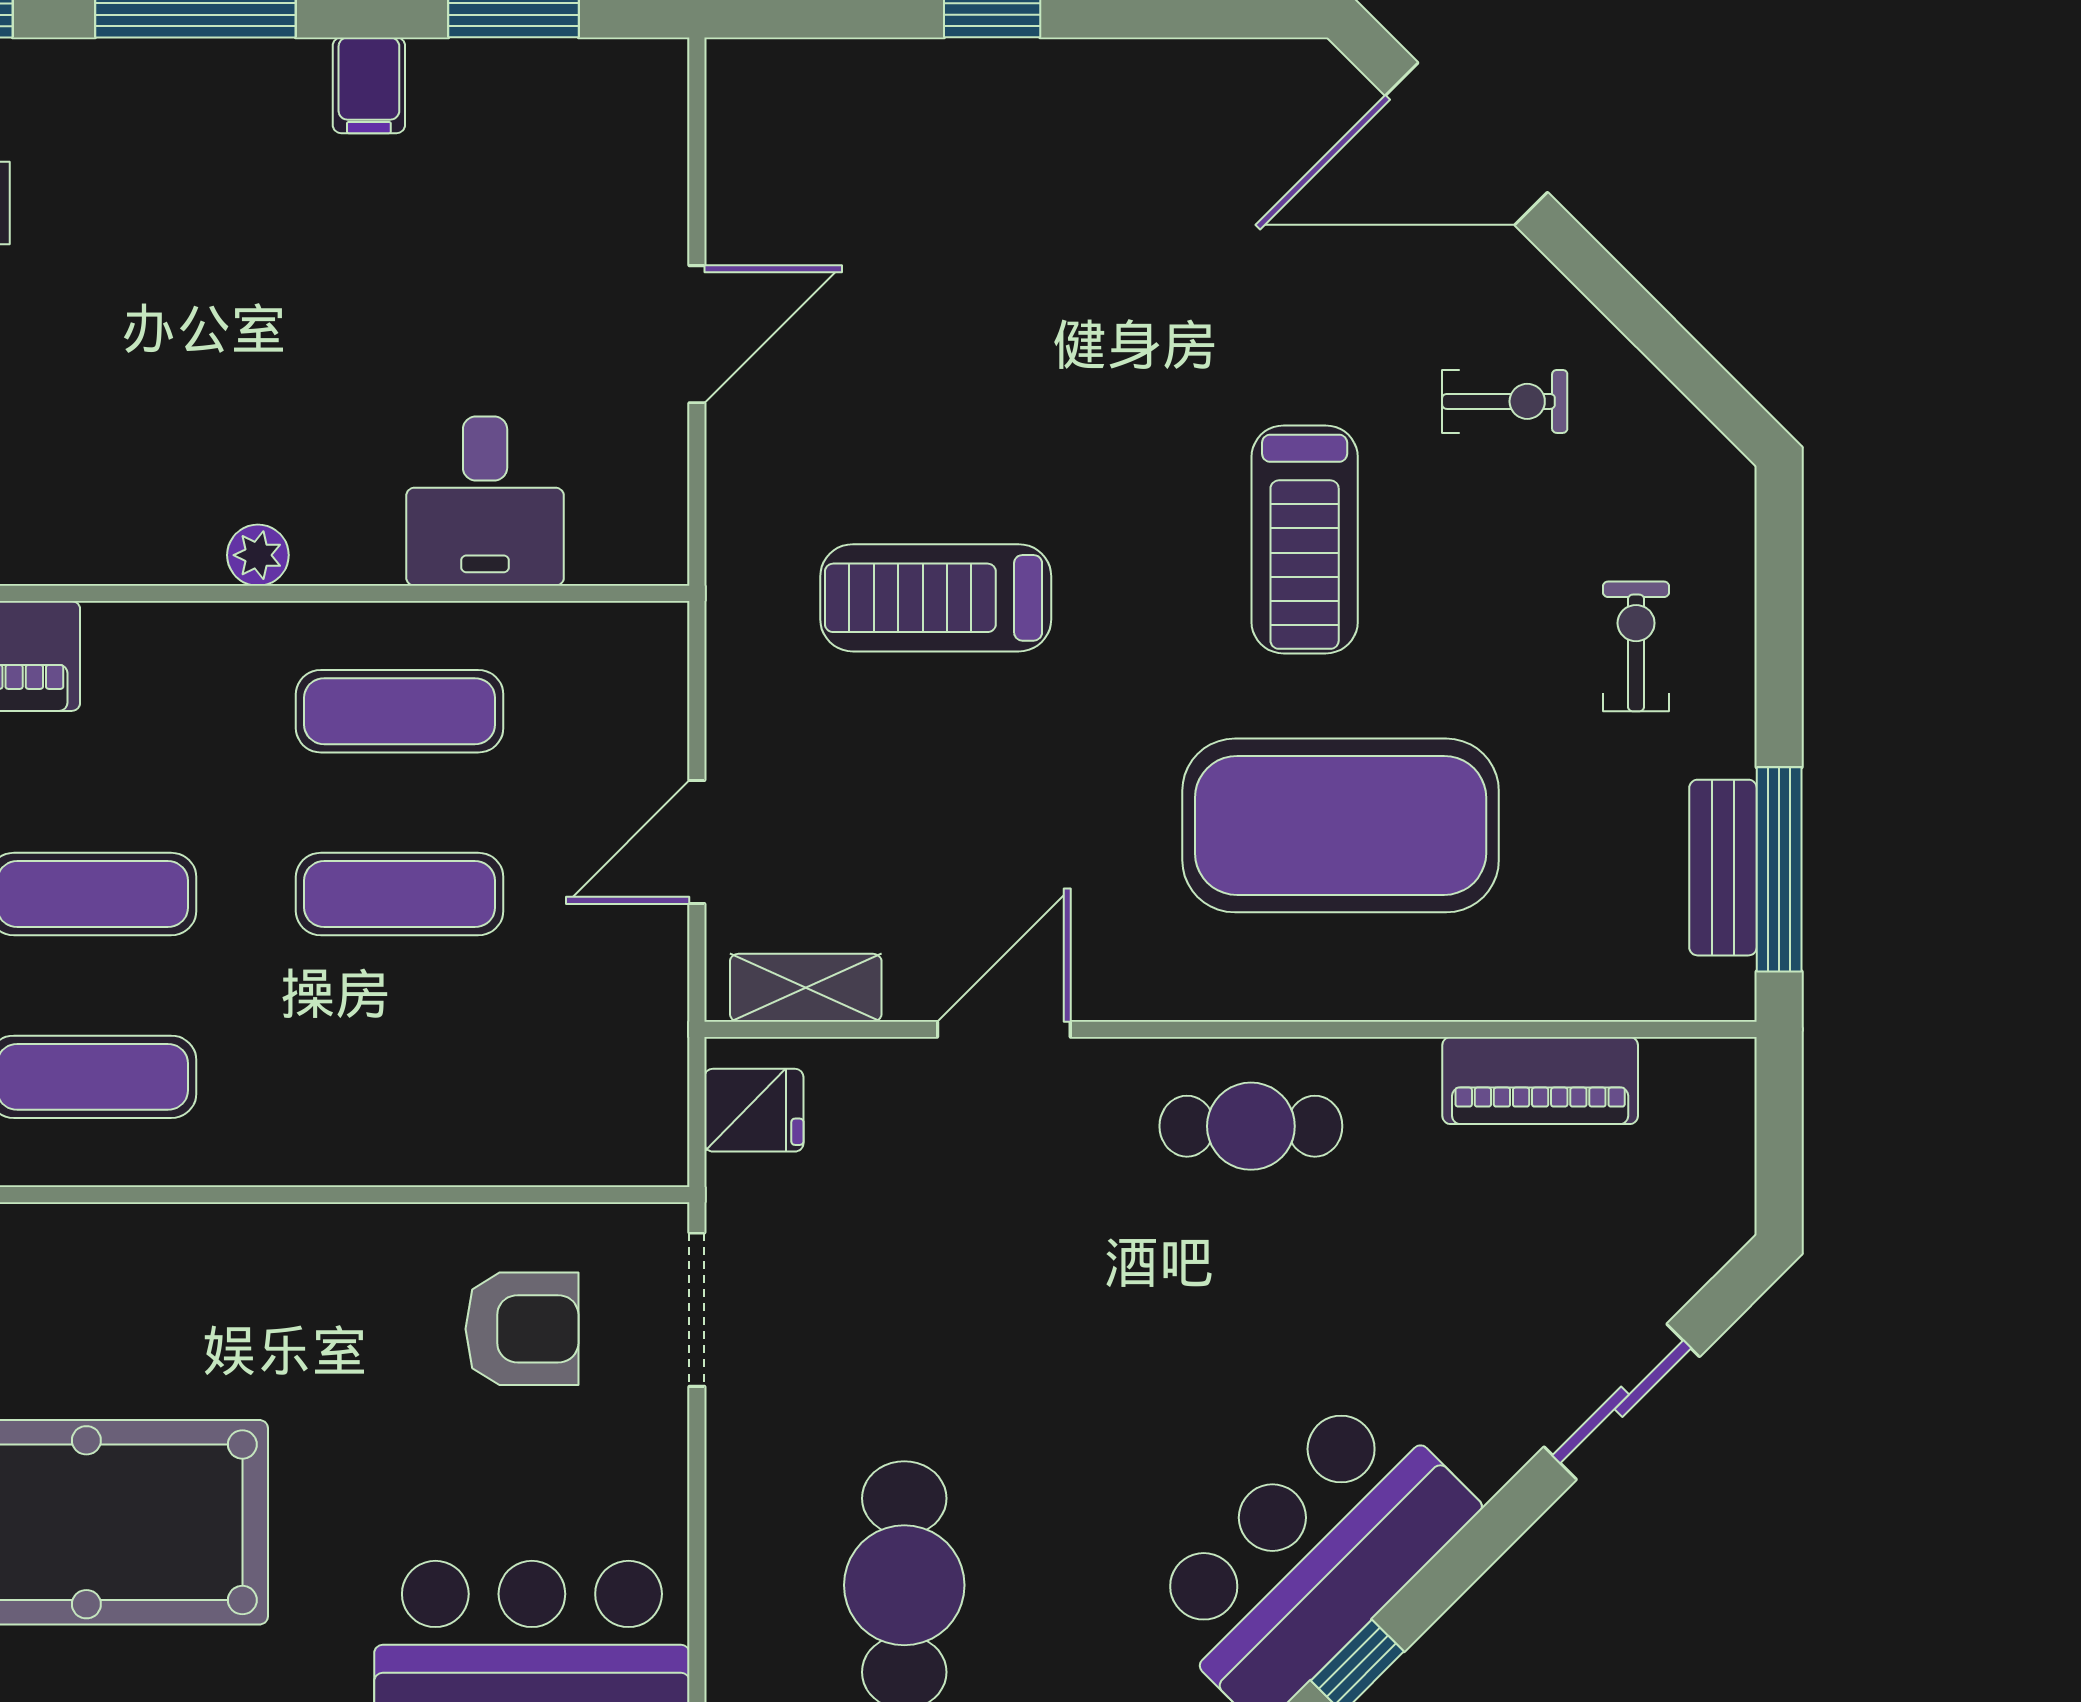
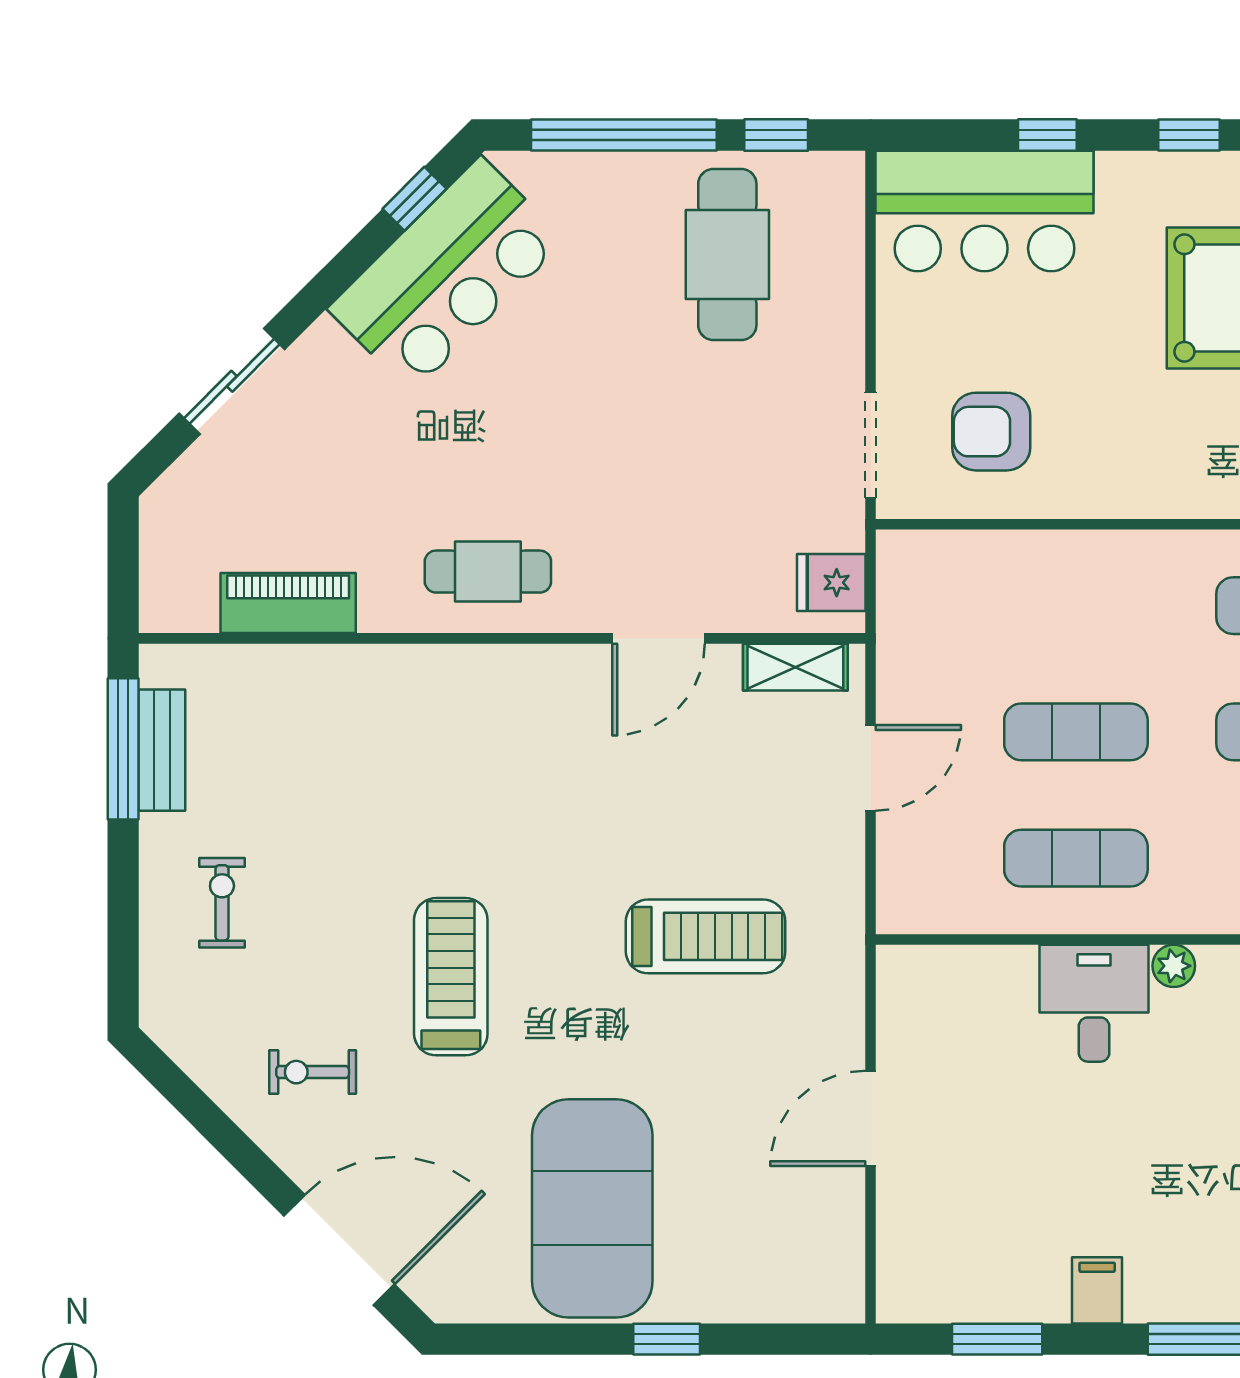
desk: (485, 501) -> (1094, 1003), moved
exercise bike: (1636, 646) -> (222, 903), turned 180
exercise mat: (1341, 825) -> (592, 1208), moved, turned 90

